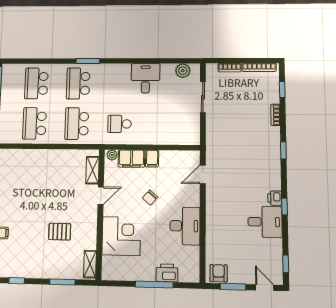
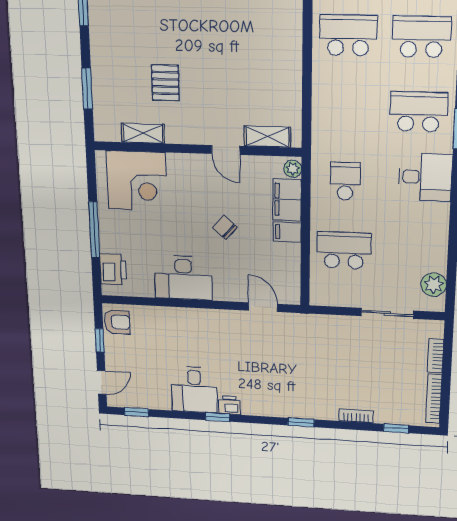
desk: (145, 78) -> (425, 177), moved
school desk: (77, 124) -> (344, 250), moved
corner desk: (121, 236) -> (137, 181), moved
shelving: (90, 264) -> (143, 133), moved
printer: (167, 273) -> (113, 269), moved
window: (233, 287) -> (100, 340), width x0.67

